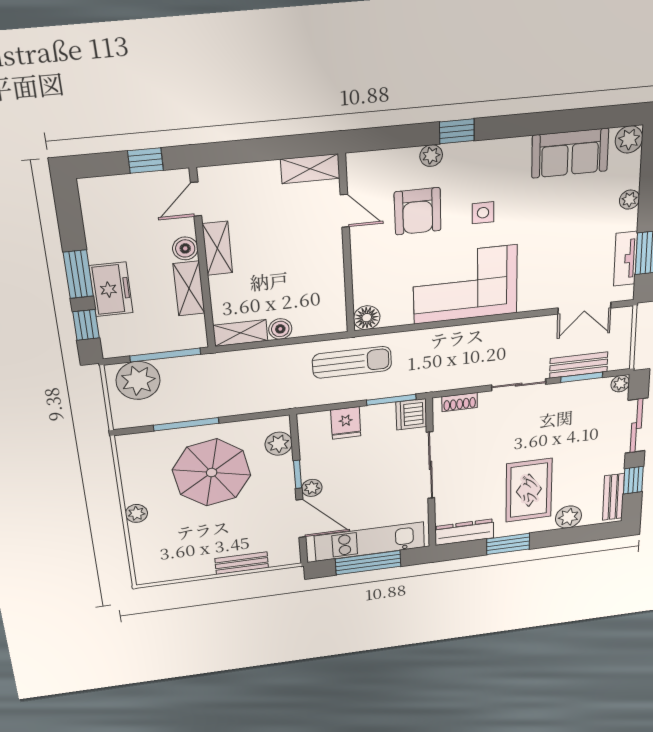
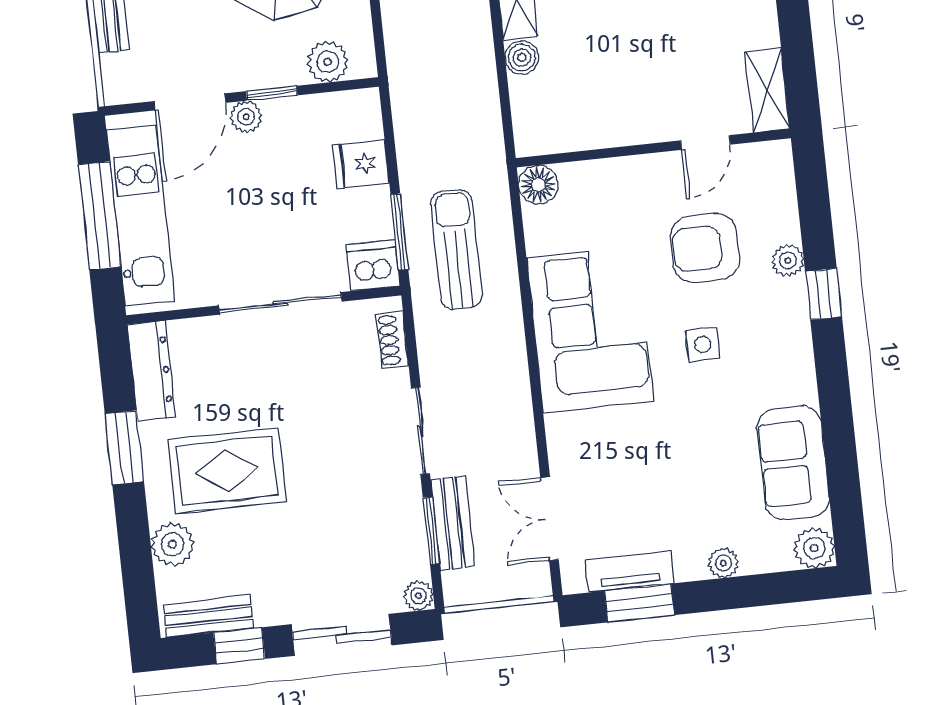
sun lounger: (352, 362) -> (456, 249), moved, turned 180

